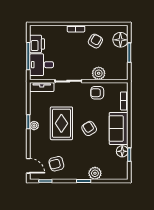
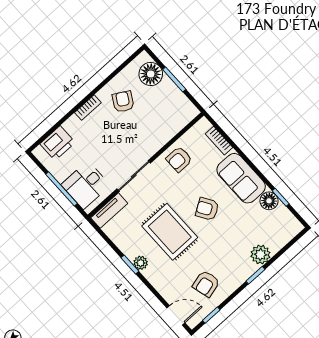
printer: (37, 44) -> (58, 143), moved, turned 90
plant: (99, 73) -> (160, 135), removed

